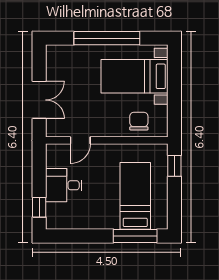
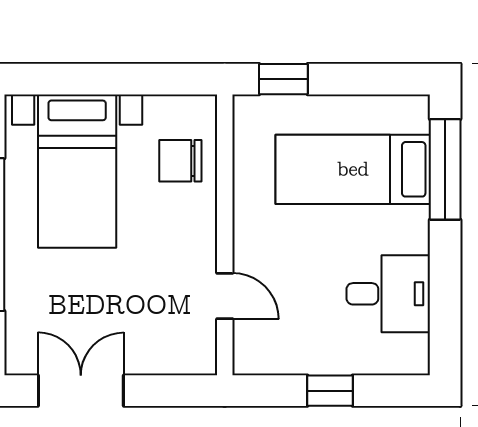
double door: (39, 100) -> (81, 391), moved
desk: (64, 185) -> (388, 294), moved, turned -90
window: (39, 207) -> (330, 391), moved

